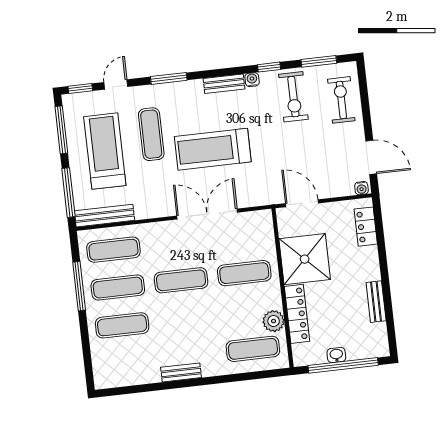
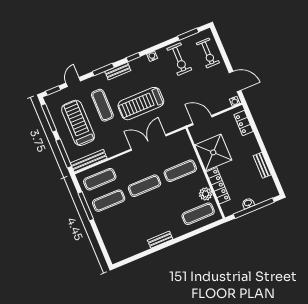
window: (269, 67) -> (133, 57), moved
bench: (224, 84) -> (118, 71), moved
exercise bike: (341, 100) -> (208, 53), turned 180
exercise mat: (122, 325) -> (118, 222), removed

